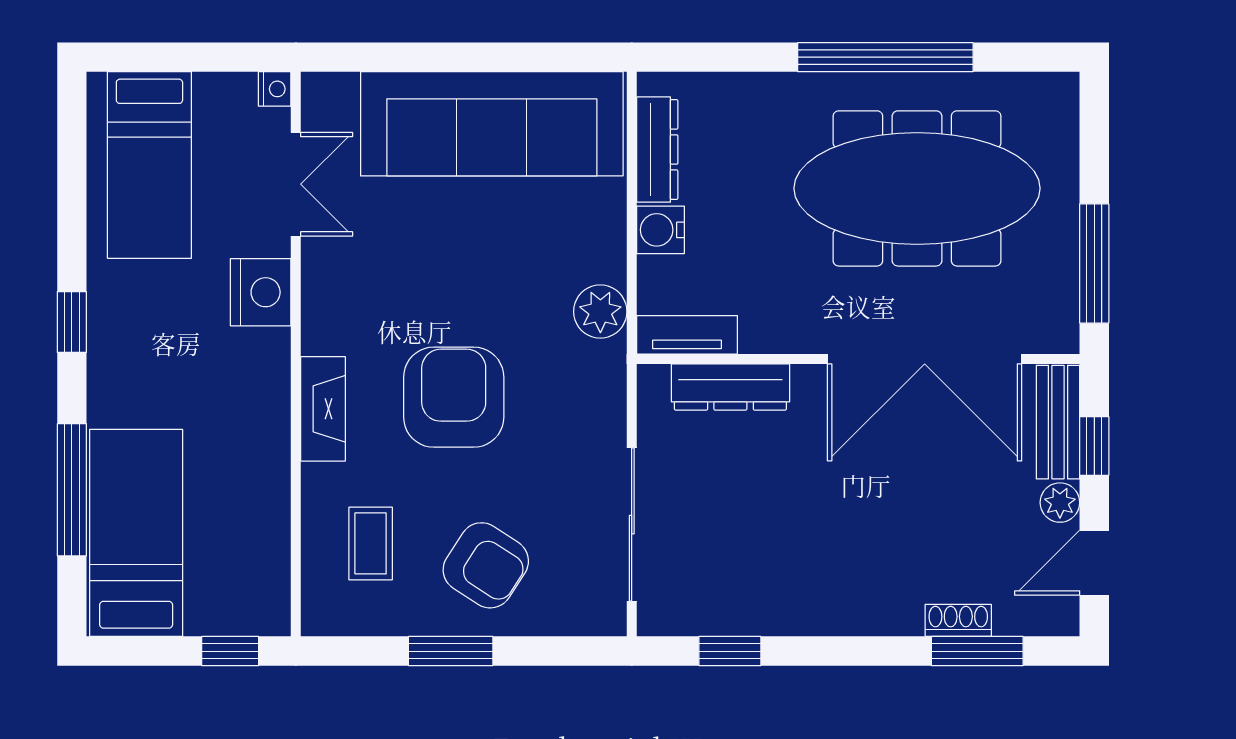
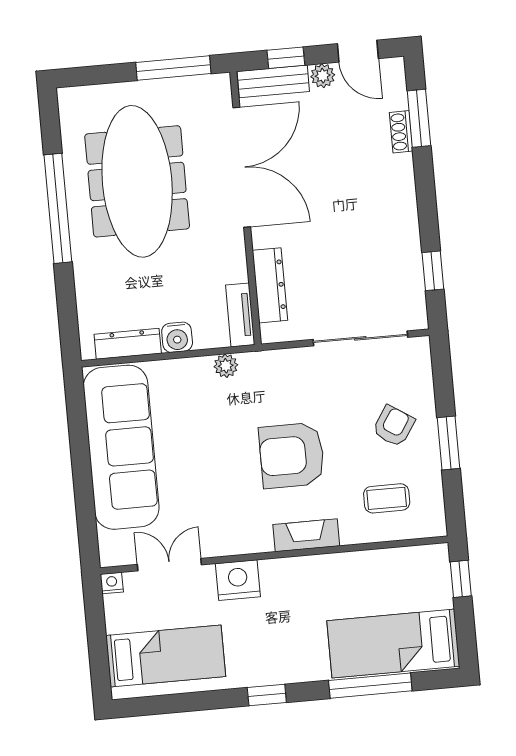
plant: (600, 312) -> (226, 366), width x0.73, depth x0.73
armchair: (486, 565) -> (394, 426), width x0.72, depth x0.72

